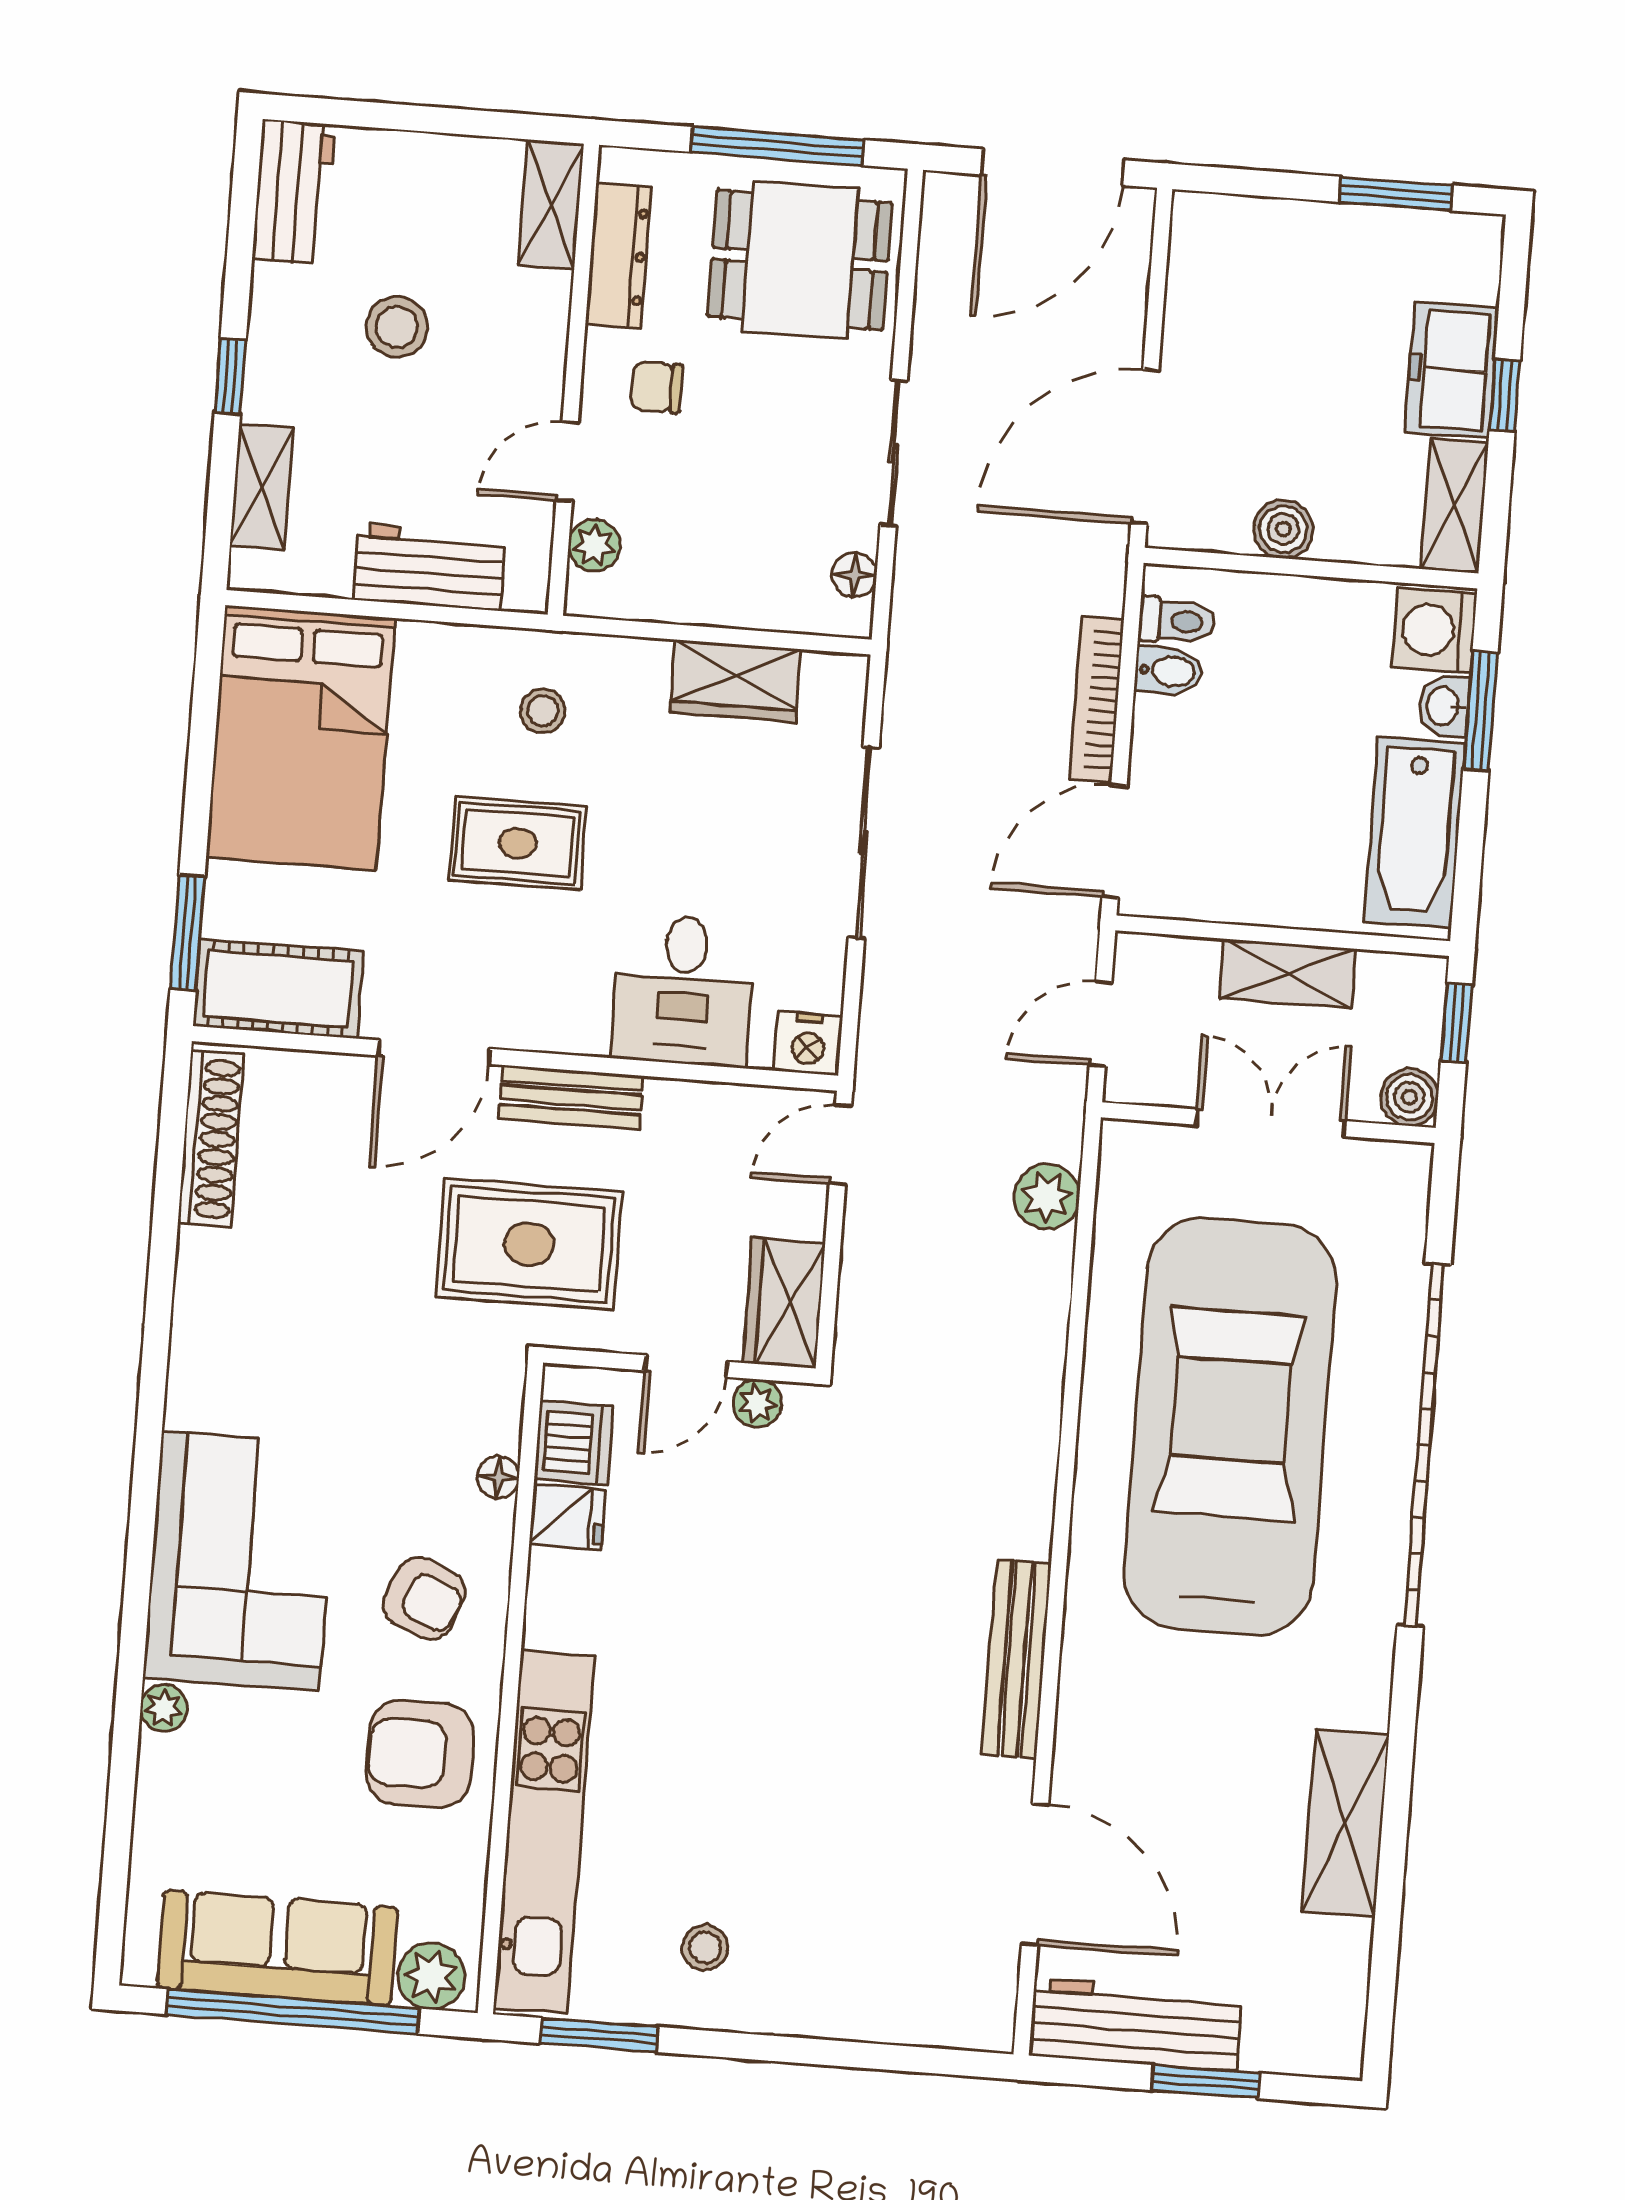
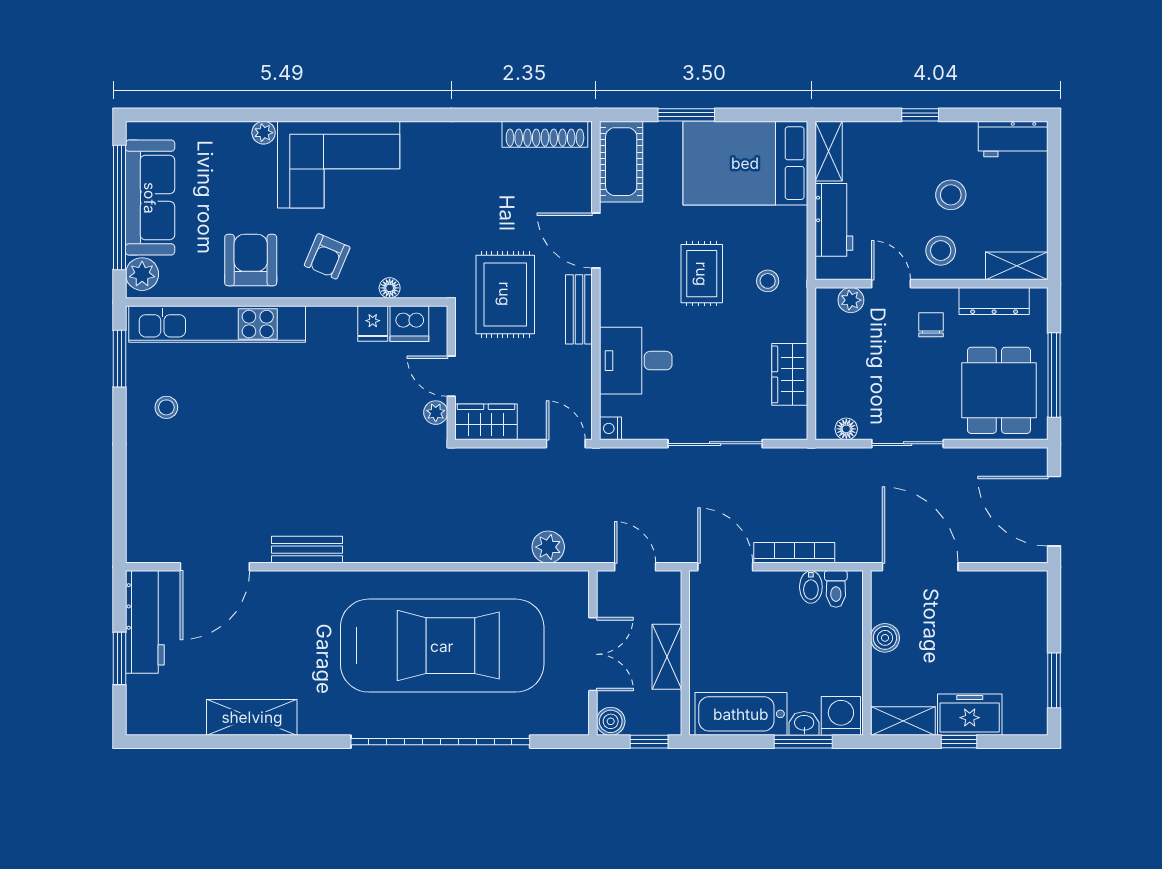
stool: (508, 356) -> (941, 251), added
shelving: (262, 487) -> (829, 151), moved, turned 90
window: (187, 933) -> (686, 115), moved
nightstand: (808, 1043) -> (611, 428), width x0.72, depth x0.74
bench: (1017, 1659) -> (307, 550), width x0.73

